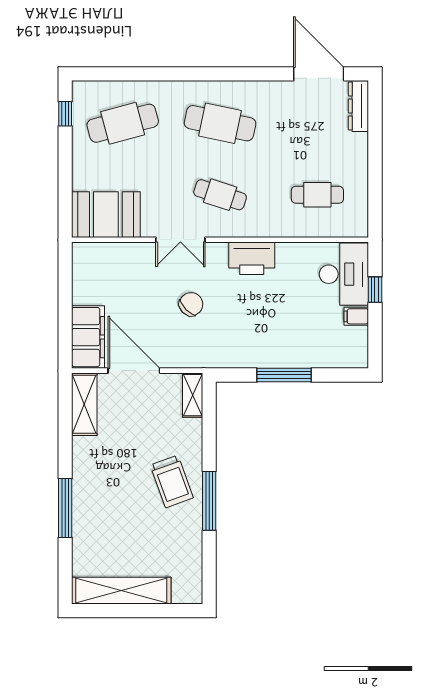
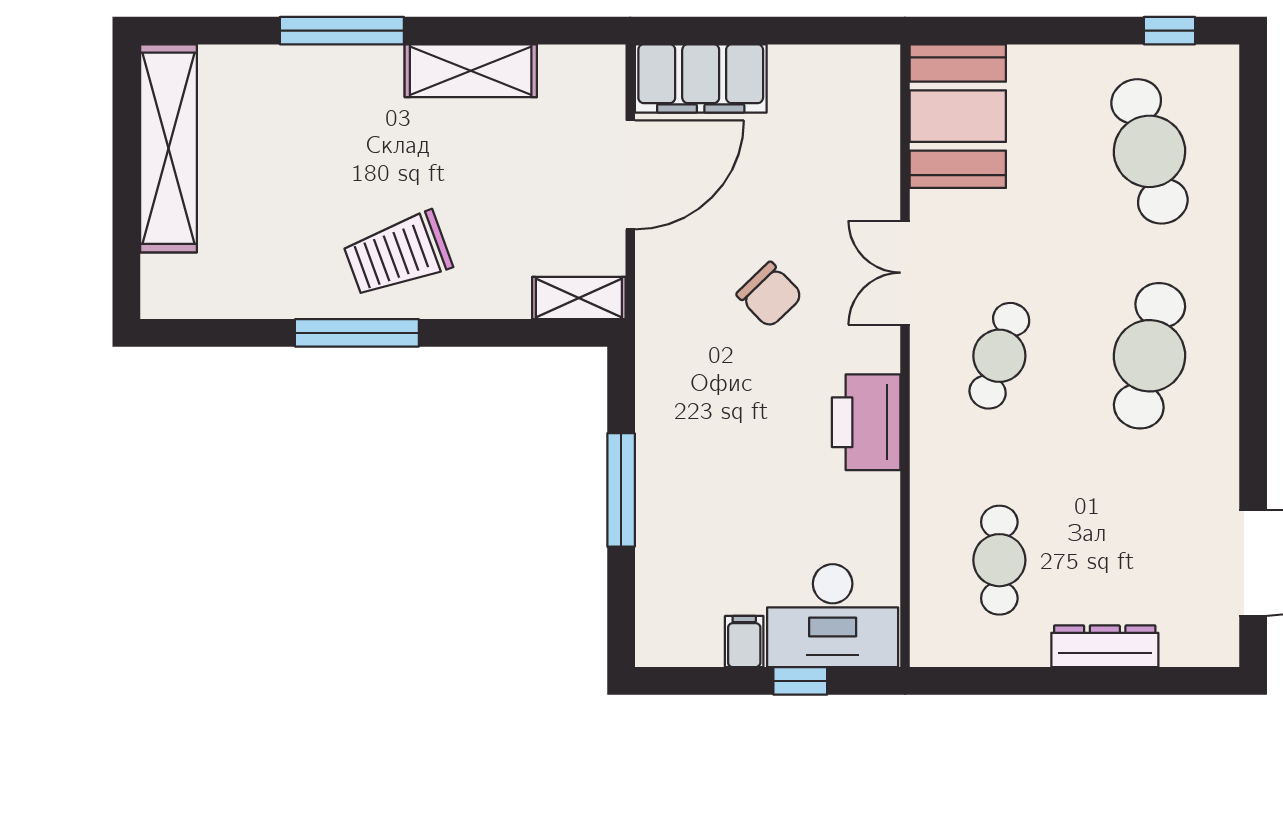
dresser: (358, 106) -> (1105, 646), moved
shelving: (84, 404) -> (471, 71), moved

